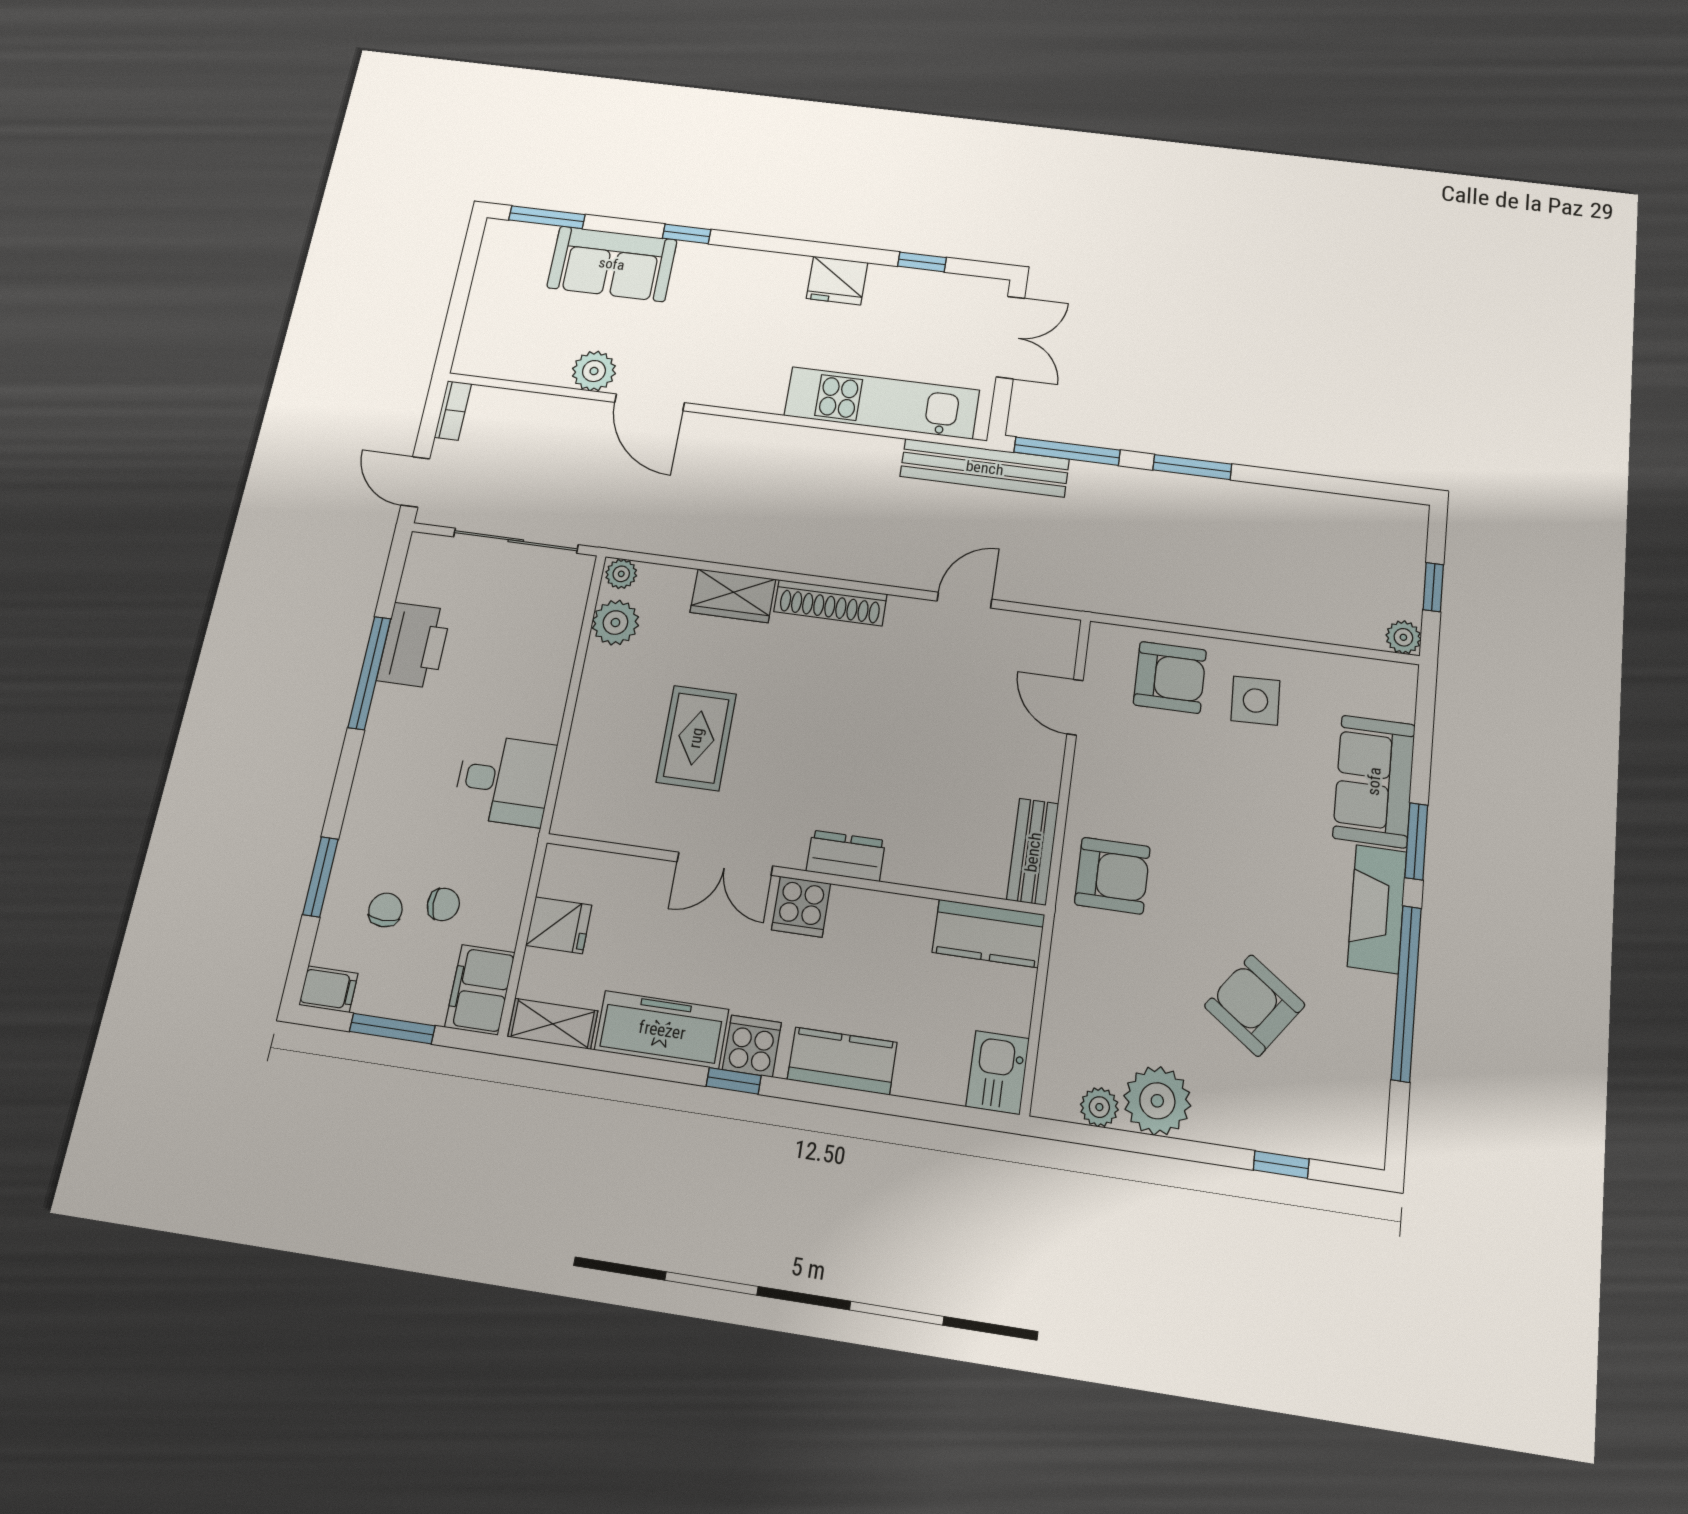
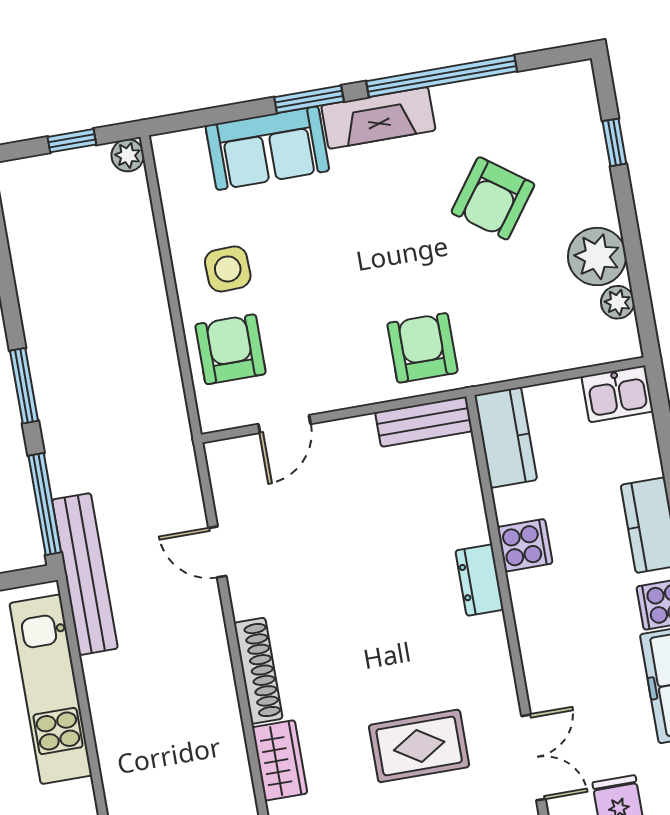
double door: (725, 864) -> (534, 757), moved
cooker: (801, 907) -> (525, 545), moved

